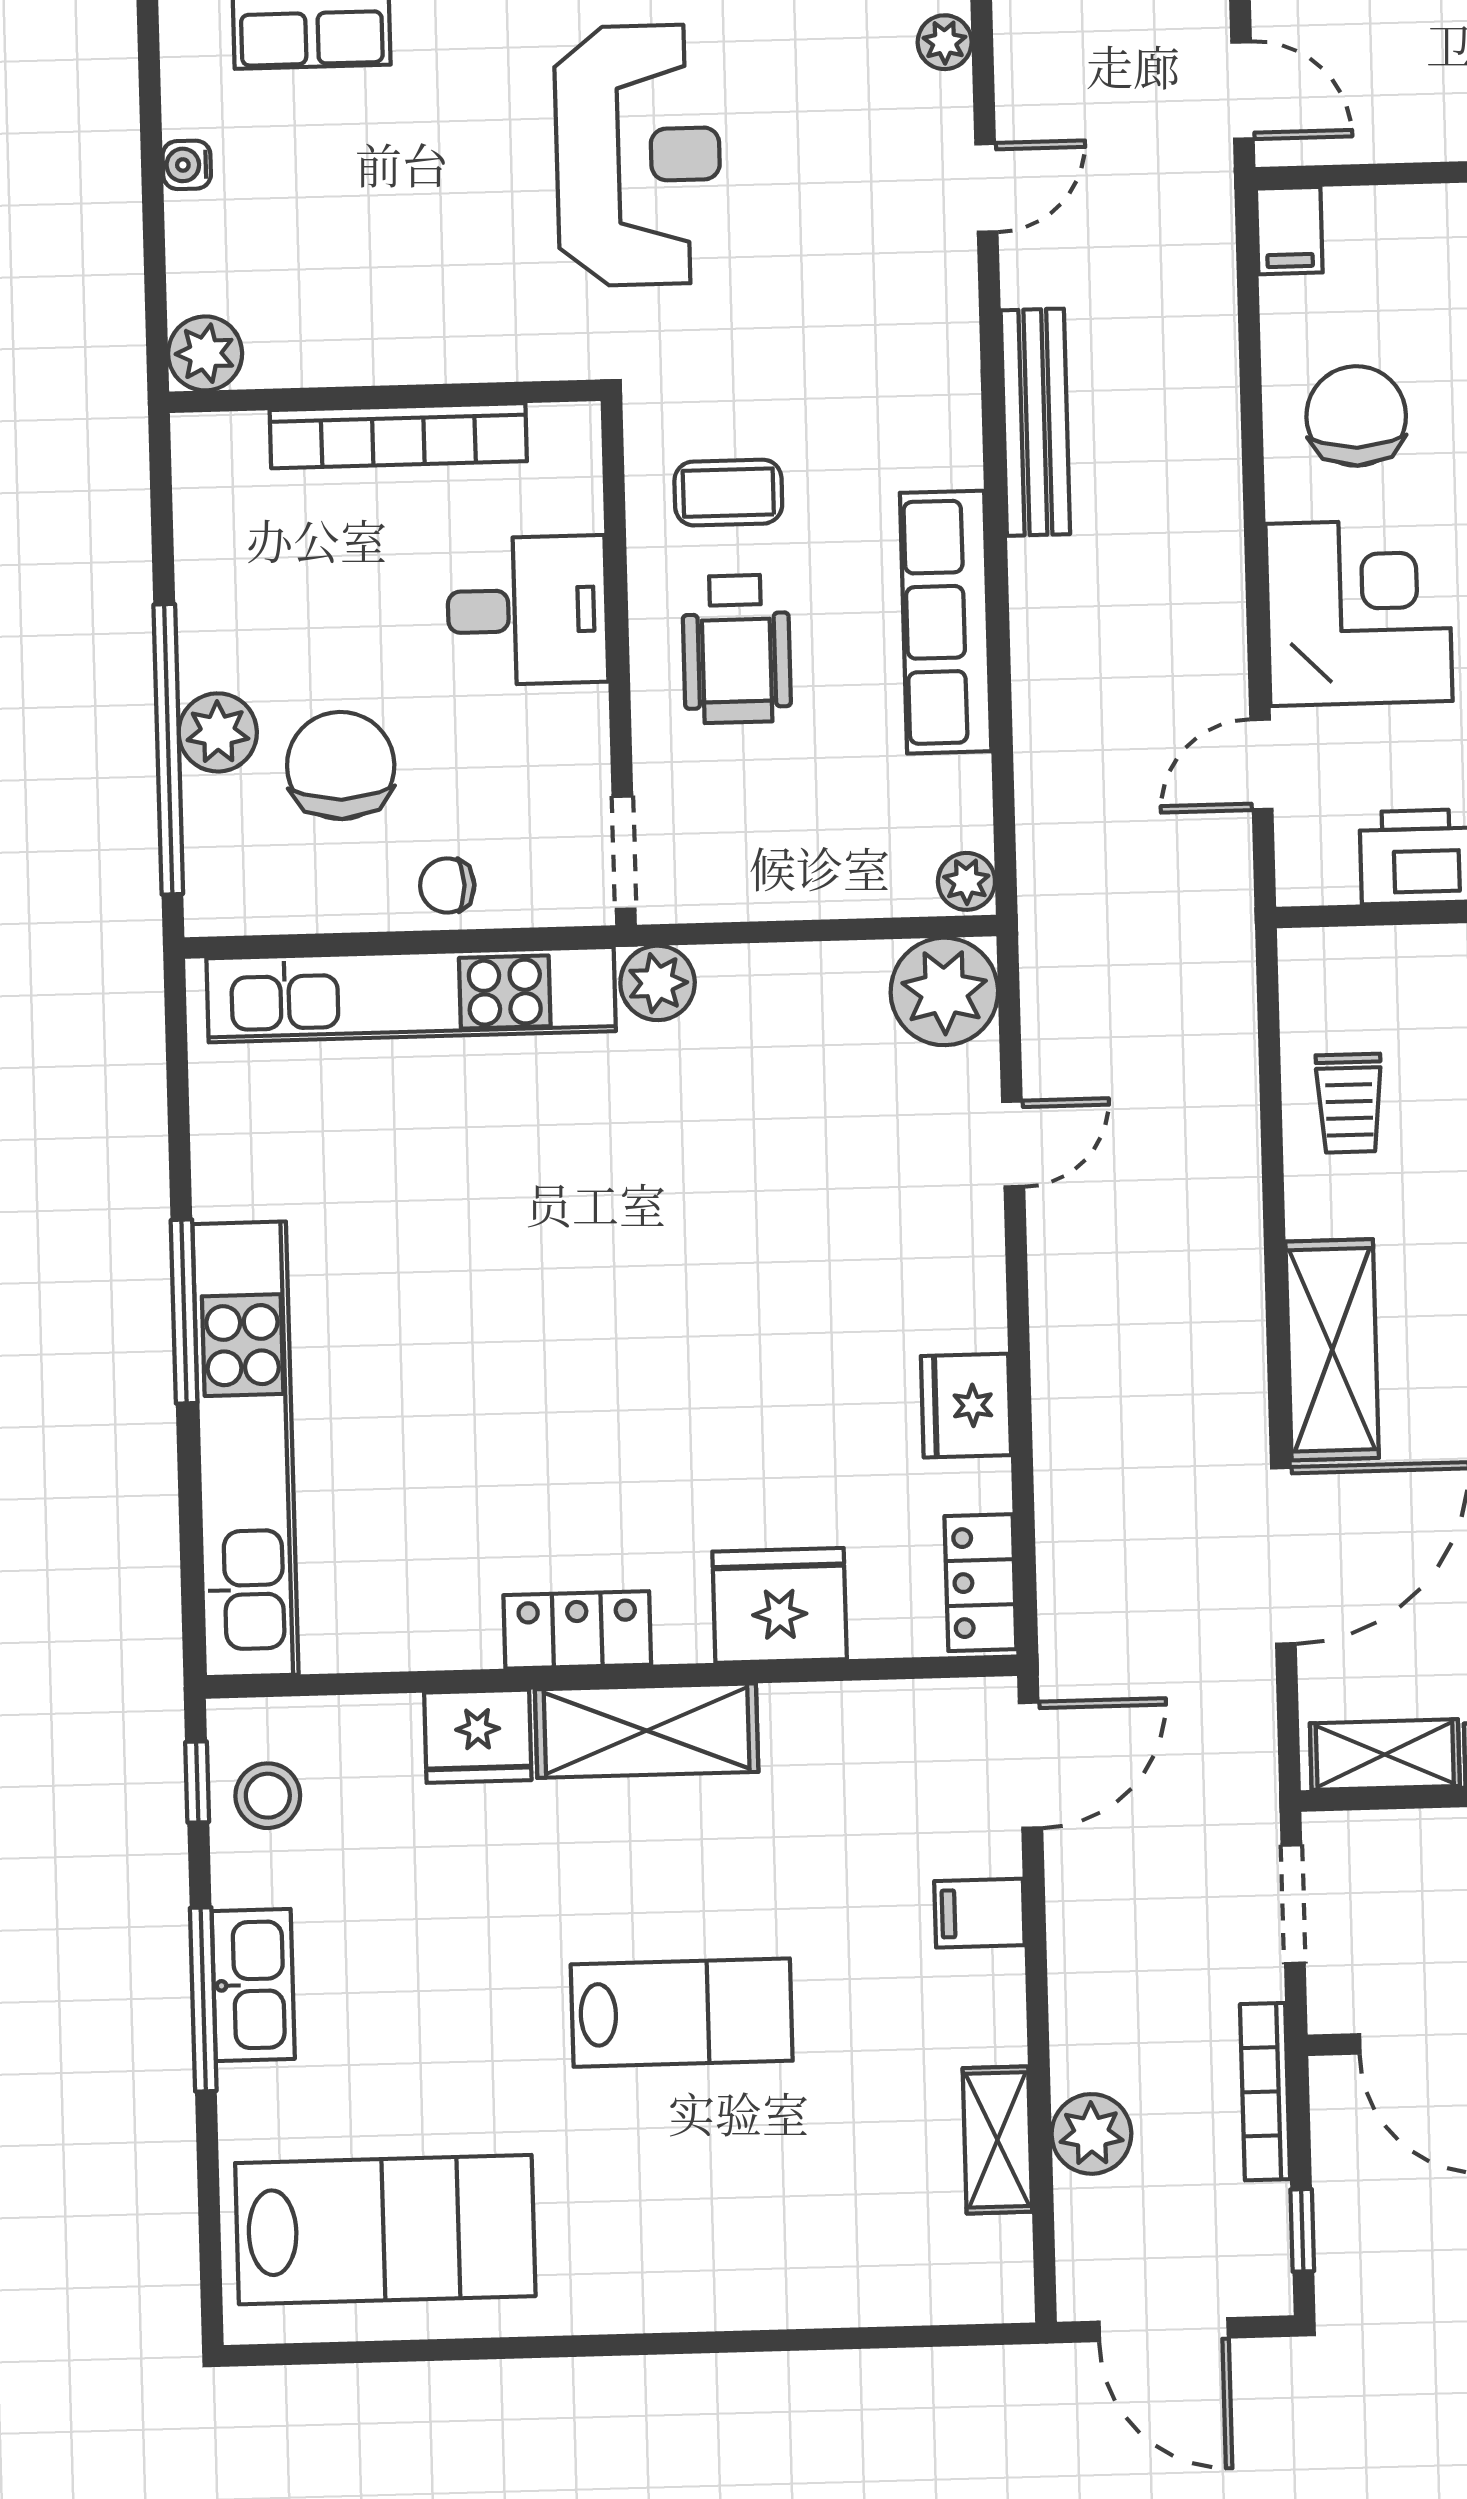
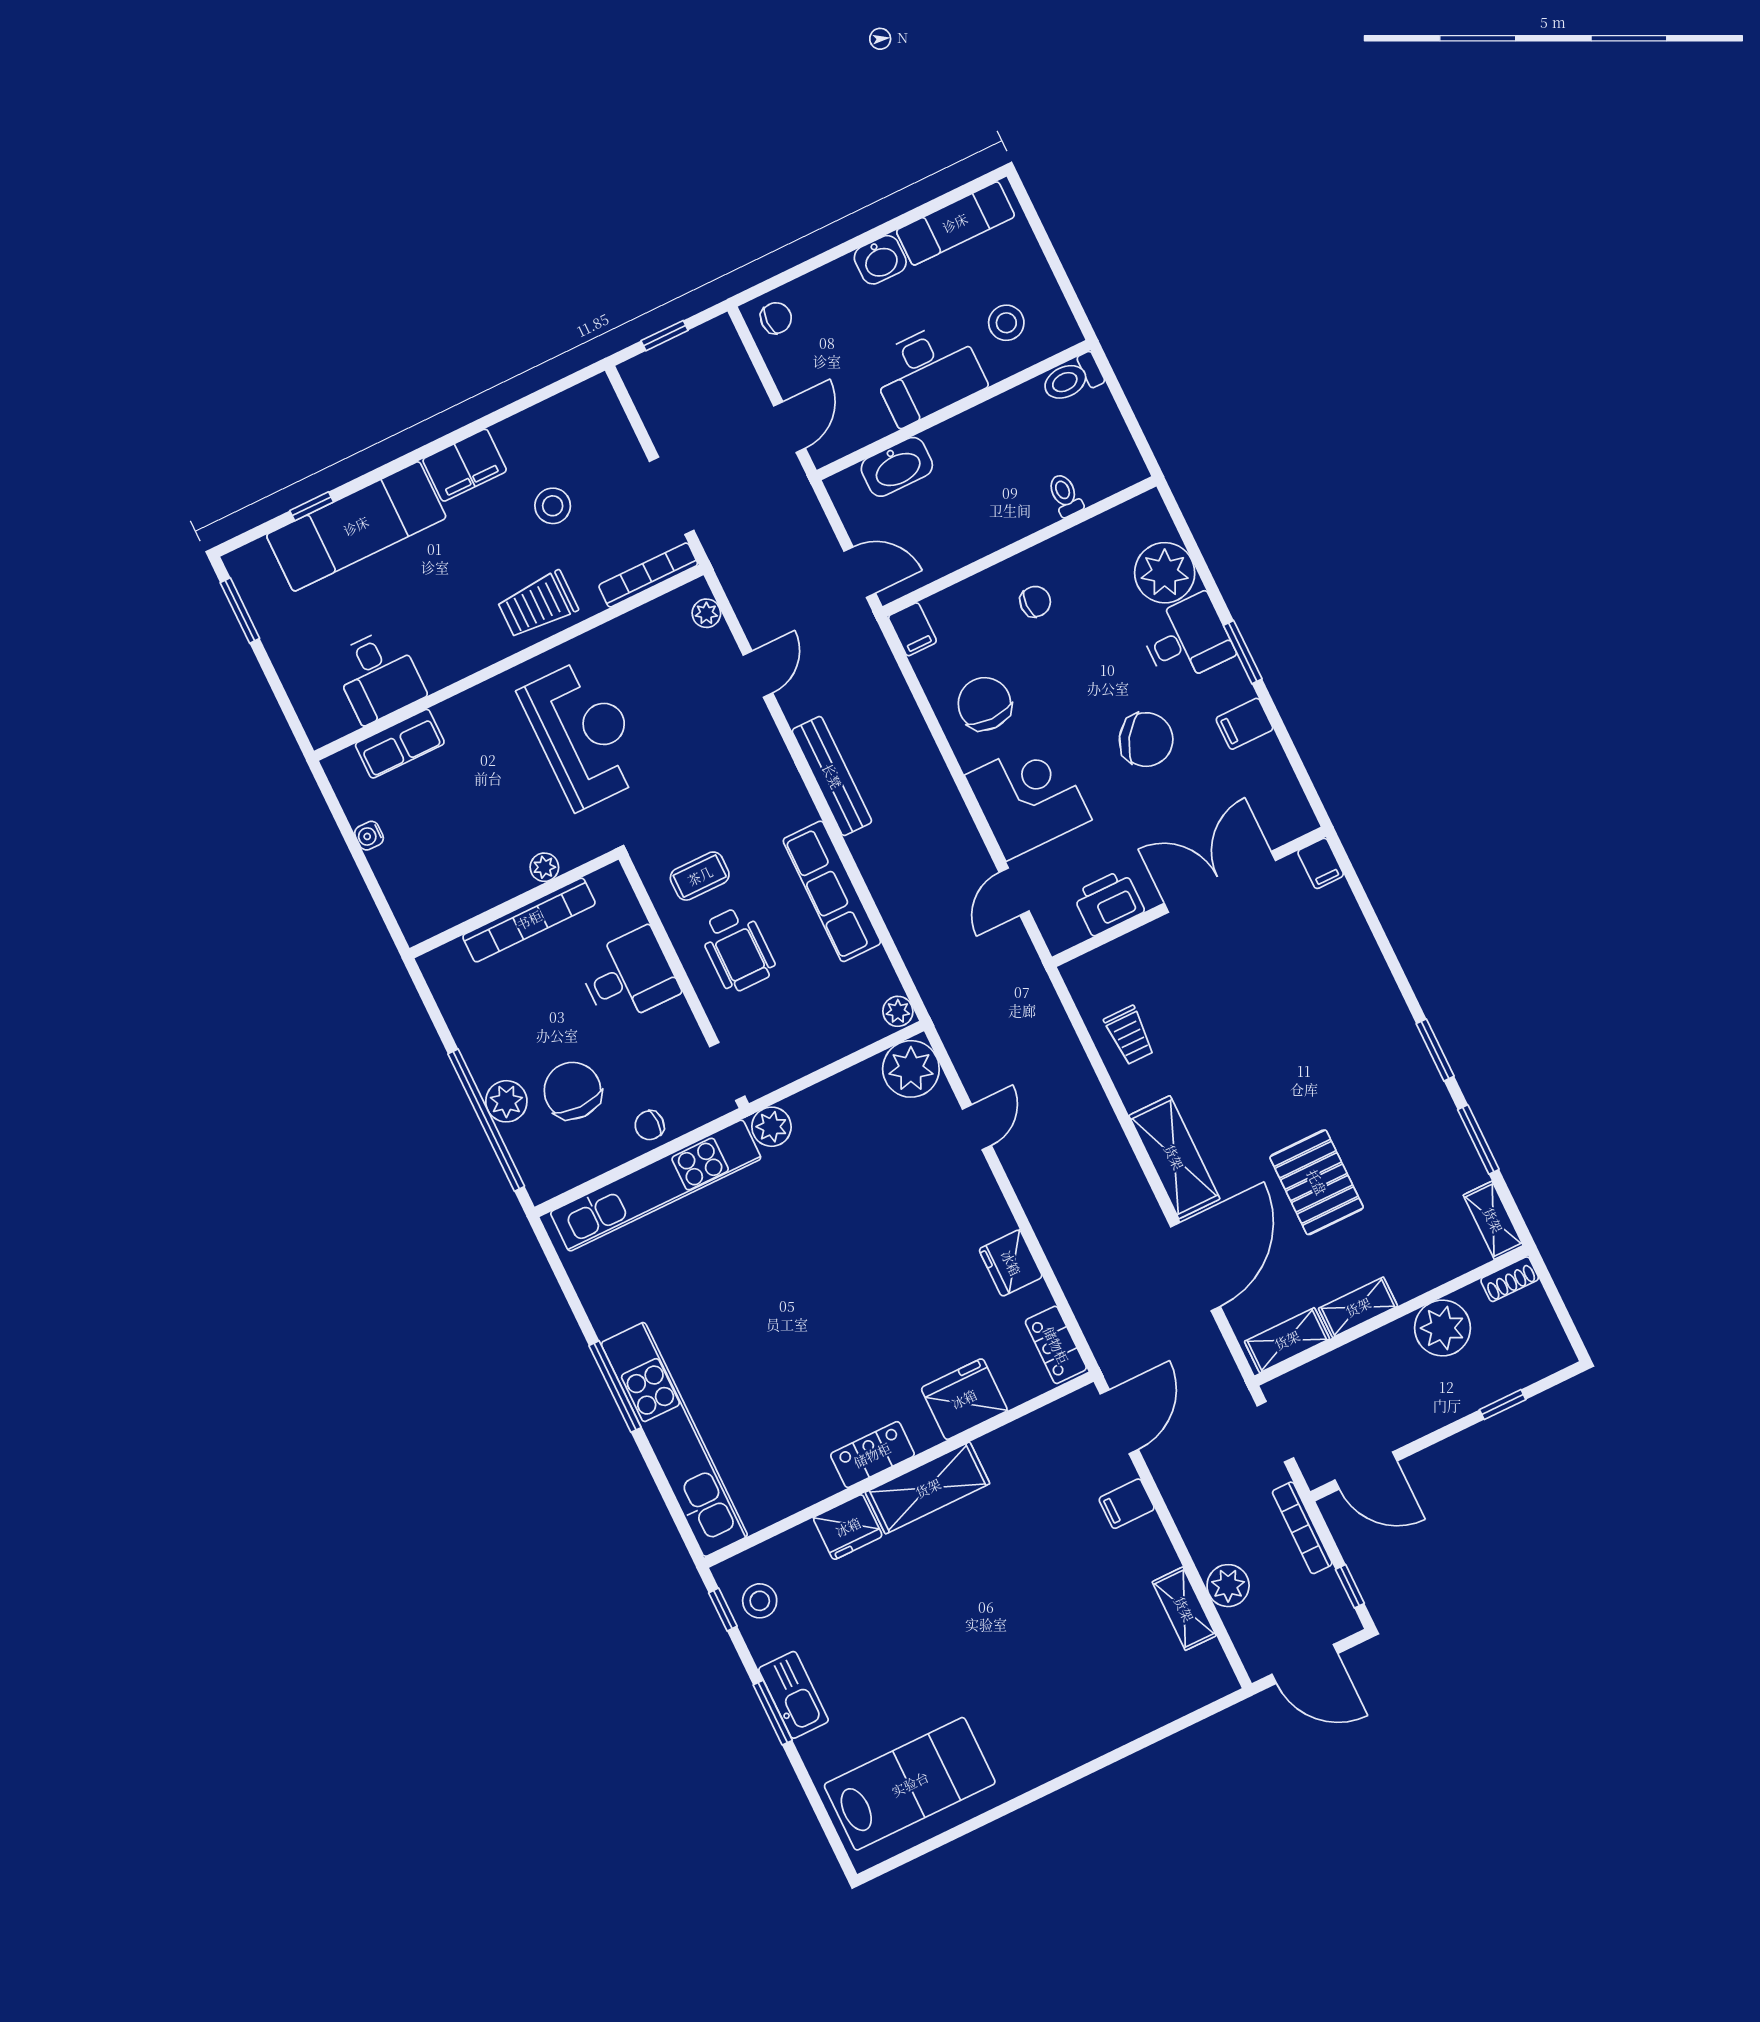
plant: (205, 353) -> (544, 867), moved, width x0.73, depth x0.73
window: (203, 1999) -> (773, 1713), width x0.69
lab bench: (682, 2013) -> (1005, 1616), removed

